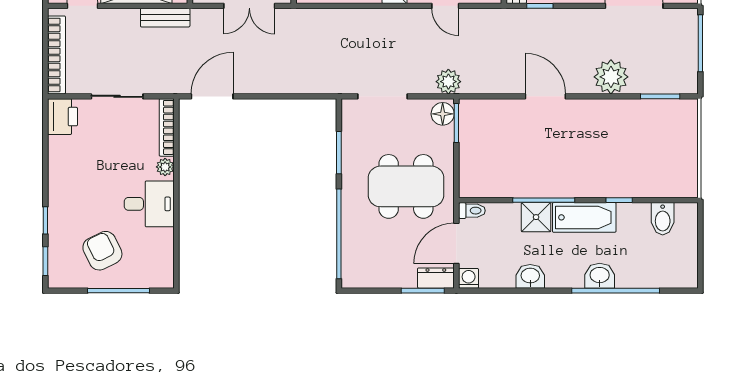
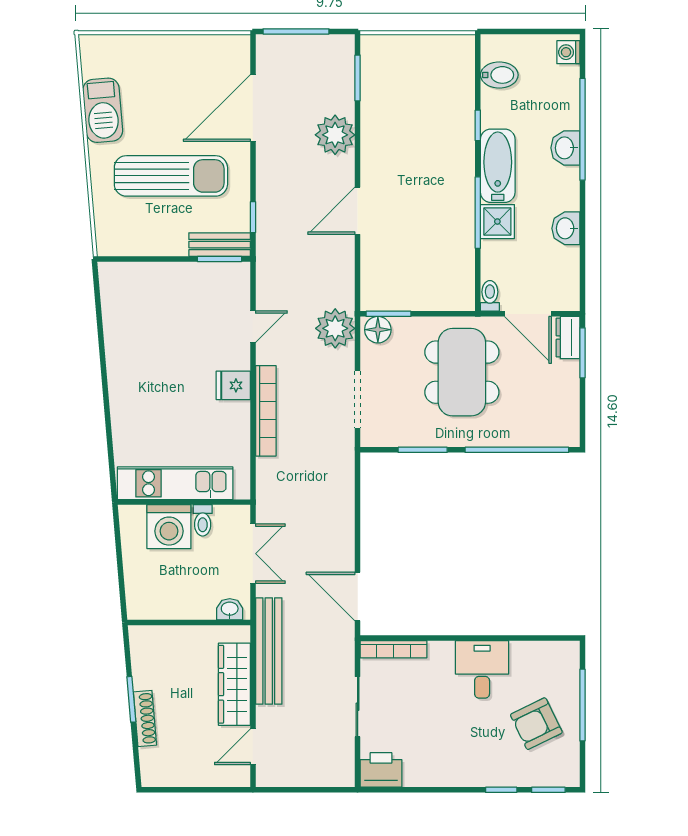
bench: (165, 18) -> (269, 651), width x1.86, depth x1.21
bookcase: (56, 55) -> (266, 411), moved, turned 90
plant: (448, 82) -> (335, 328), width x1.36, depth x1.36
plant: (165, 167) -> (439, 651), removed
washing machine: (469, 278) -> (568, 52), moved

